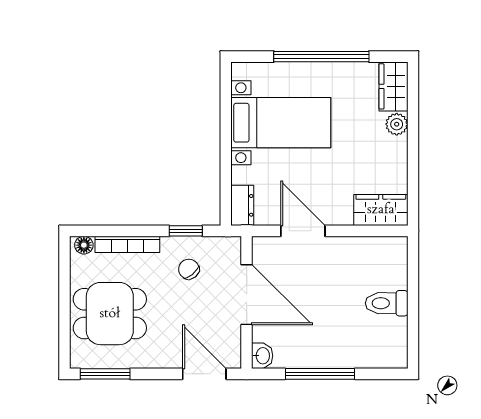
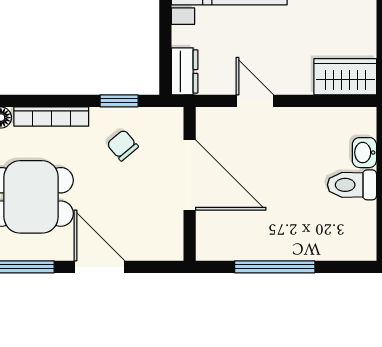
door: (303, 231) -> (255, 101), width x0.73
washbasin: (262, 356) -> (364, 153), moved, turned 180
door: (204, 374) -> (99, 267), moved

